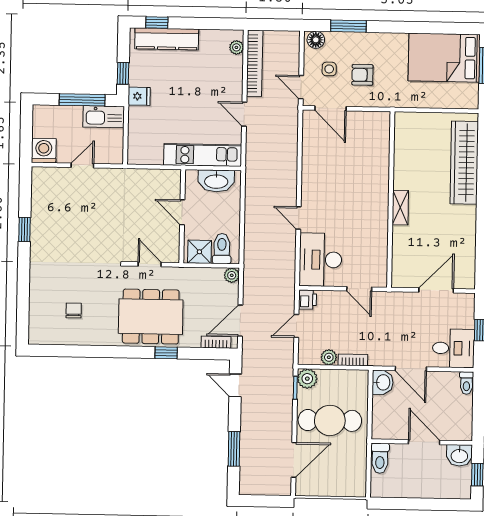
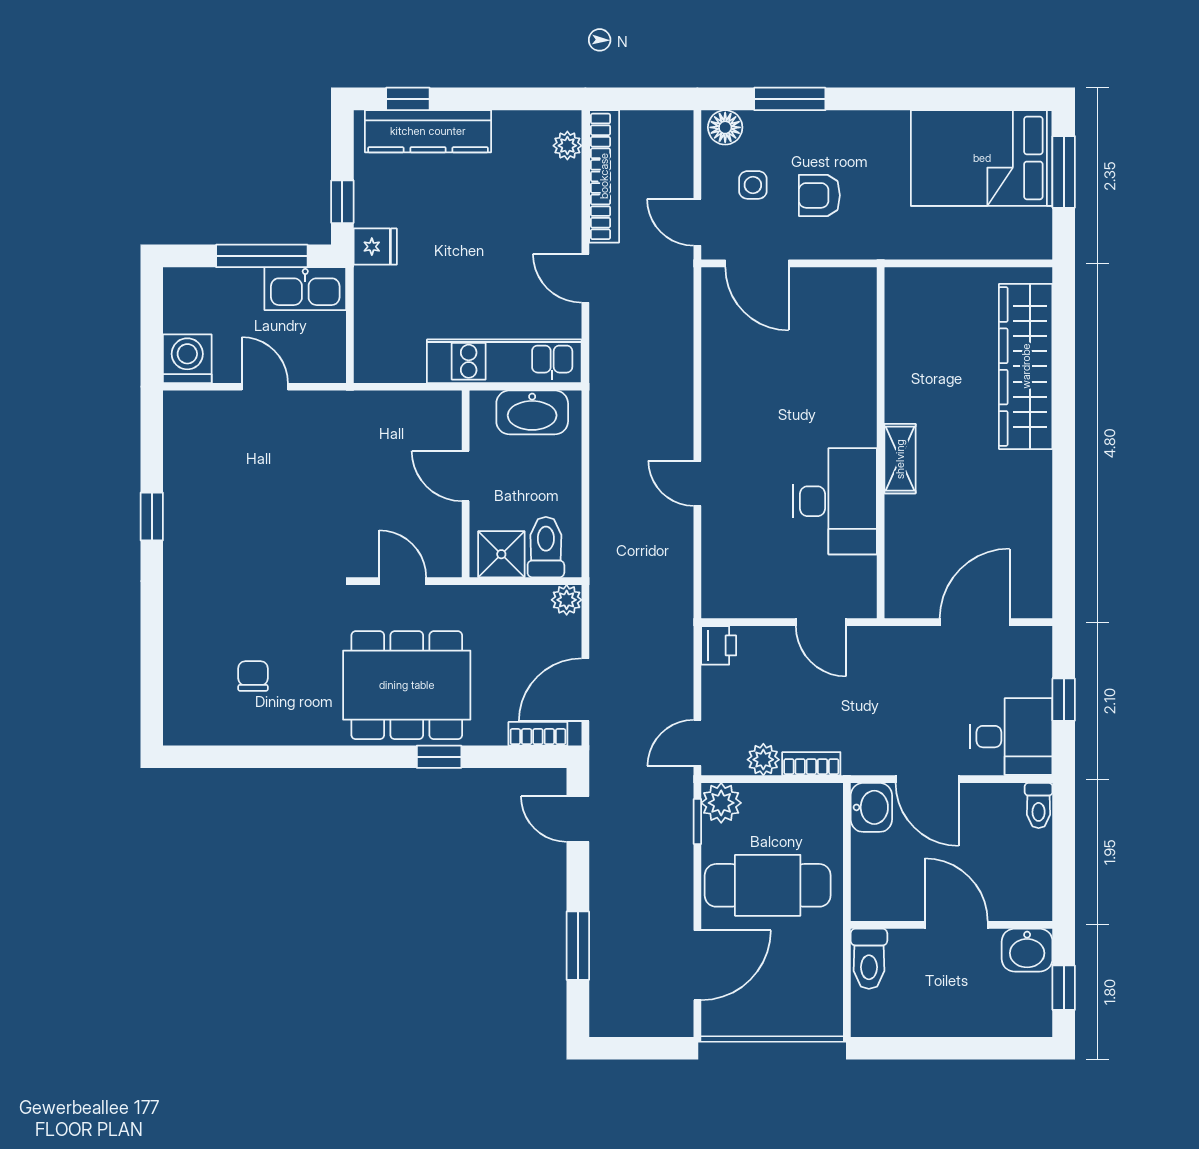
door: (82, 165) -> (265, 387), hinge flipped
desk: (320, 260) -> (835, 501), moved, turned 180
door: (296, 326) -> (697, 743), moved

